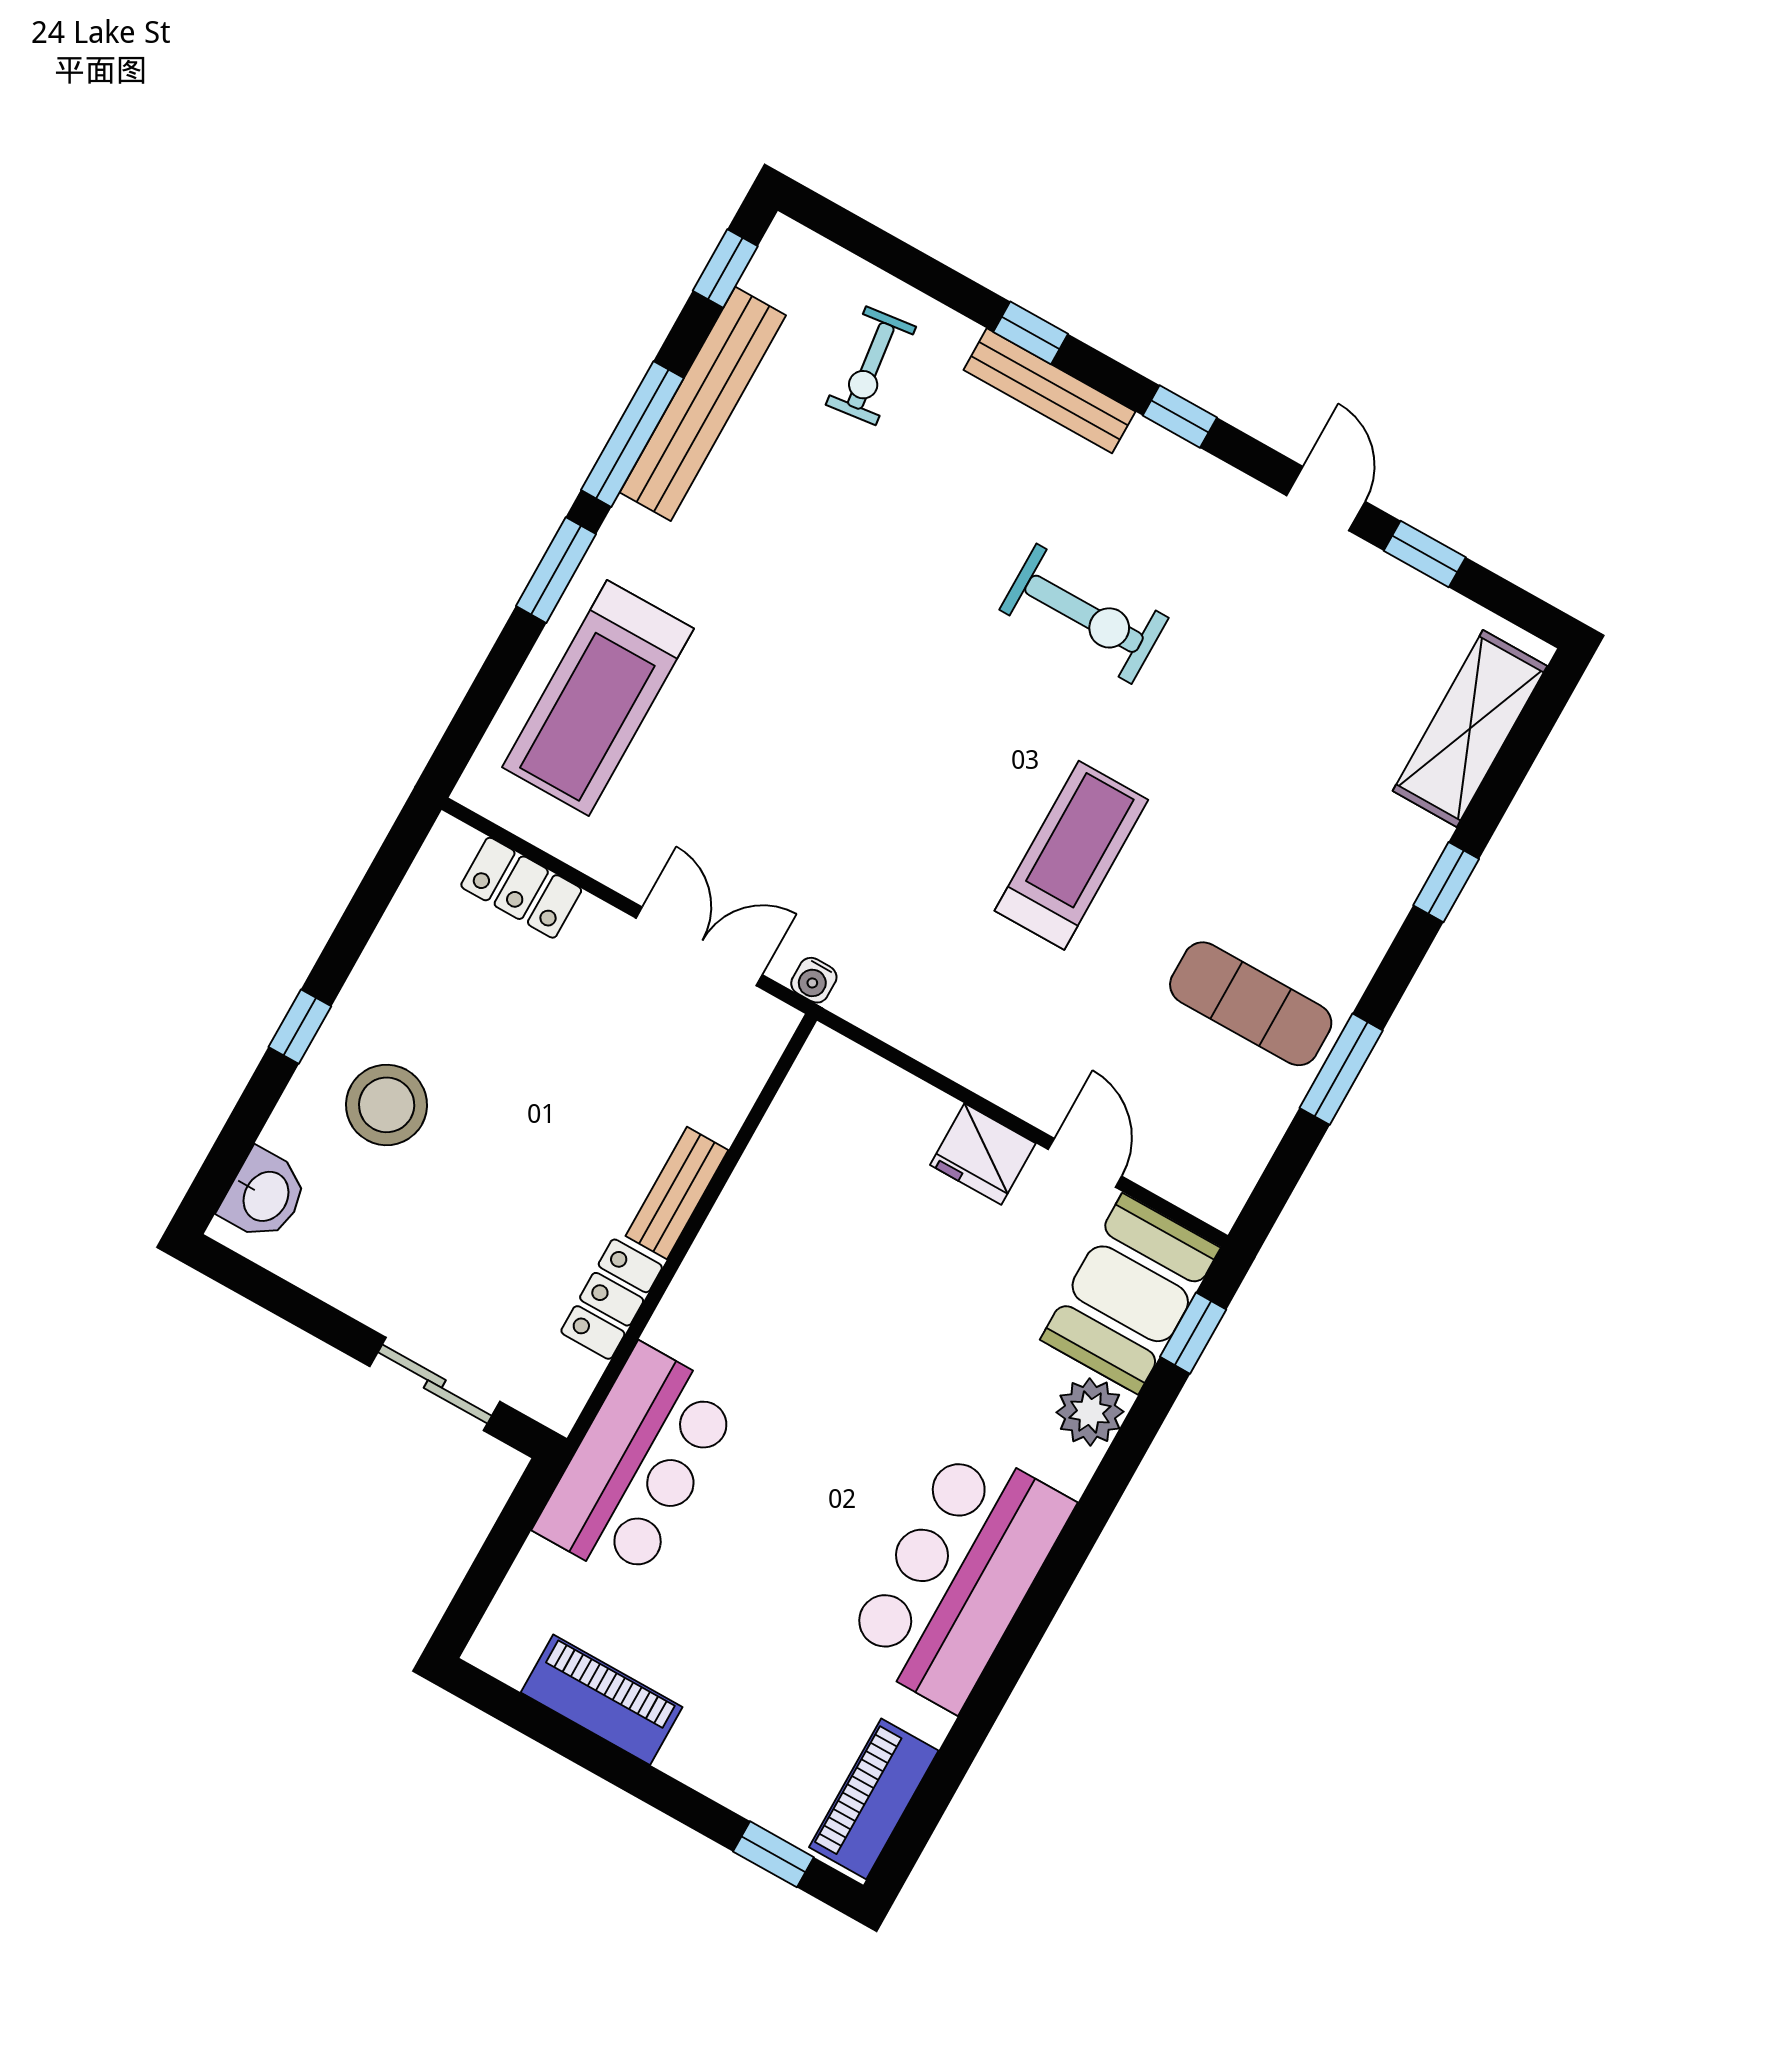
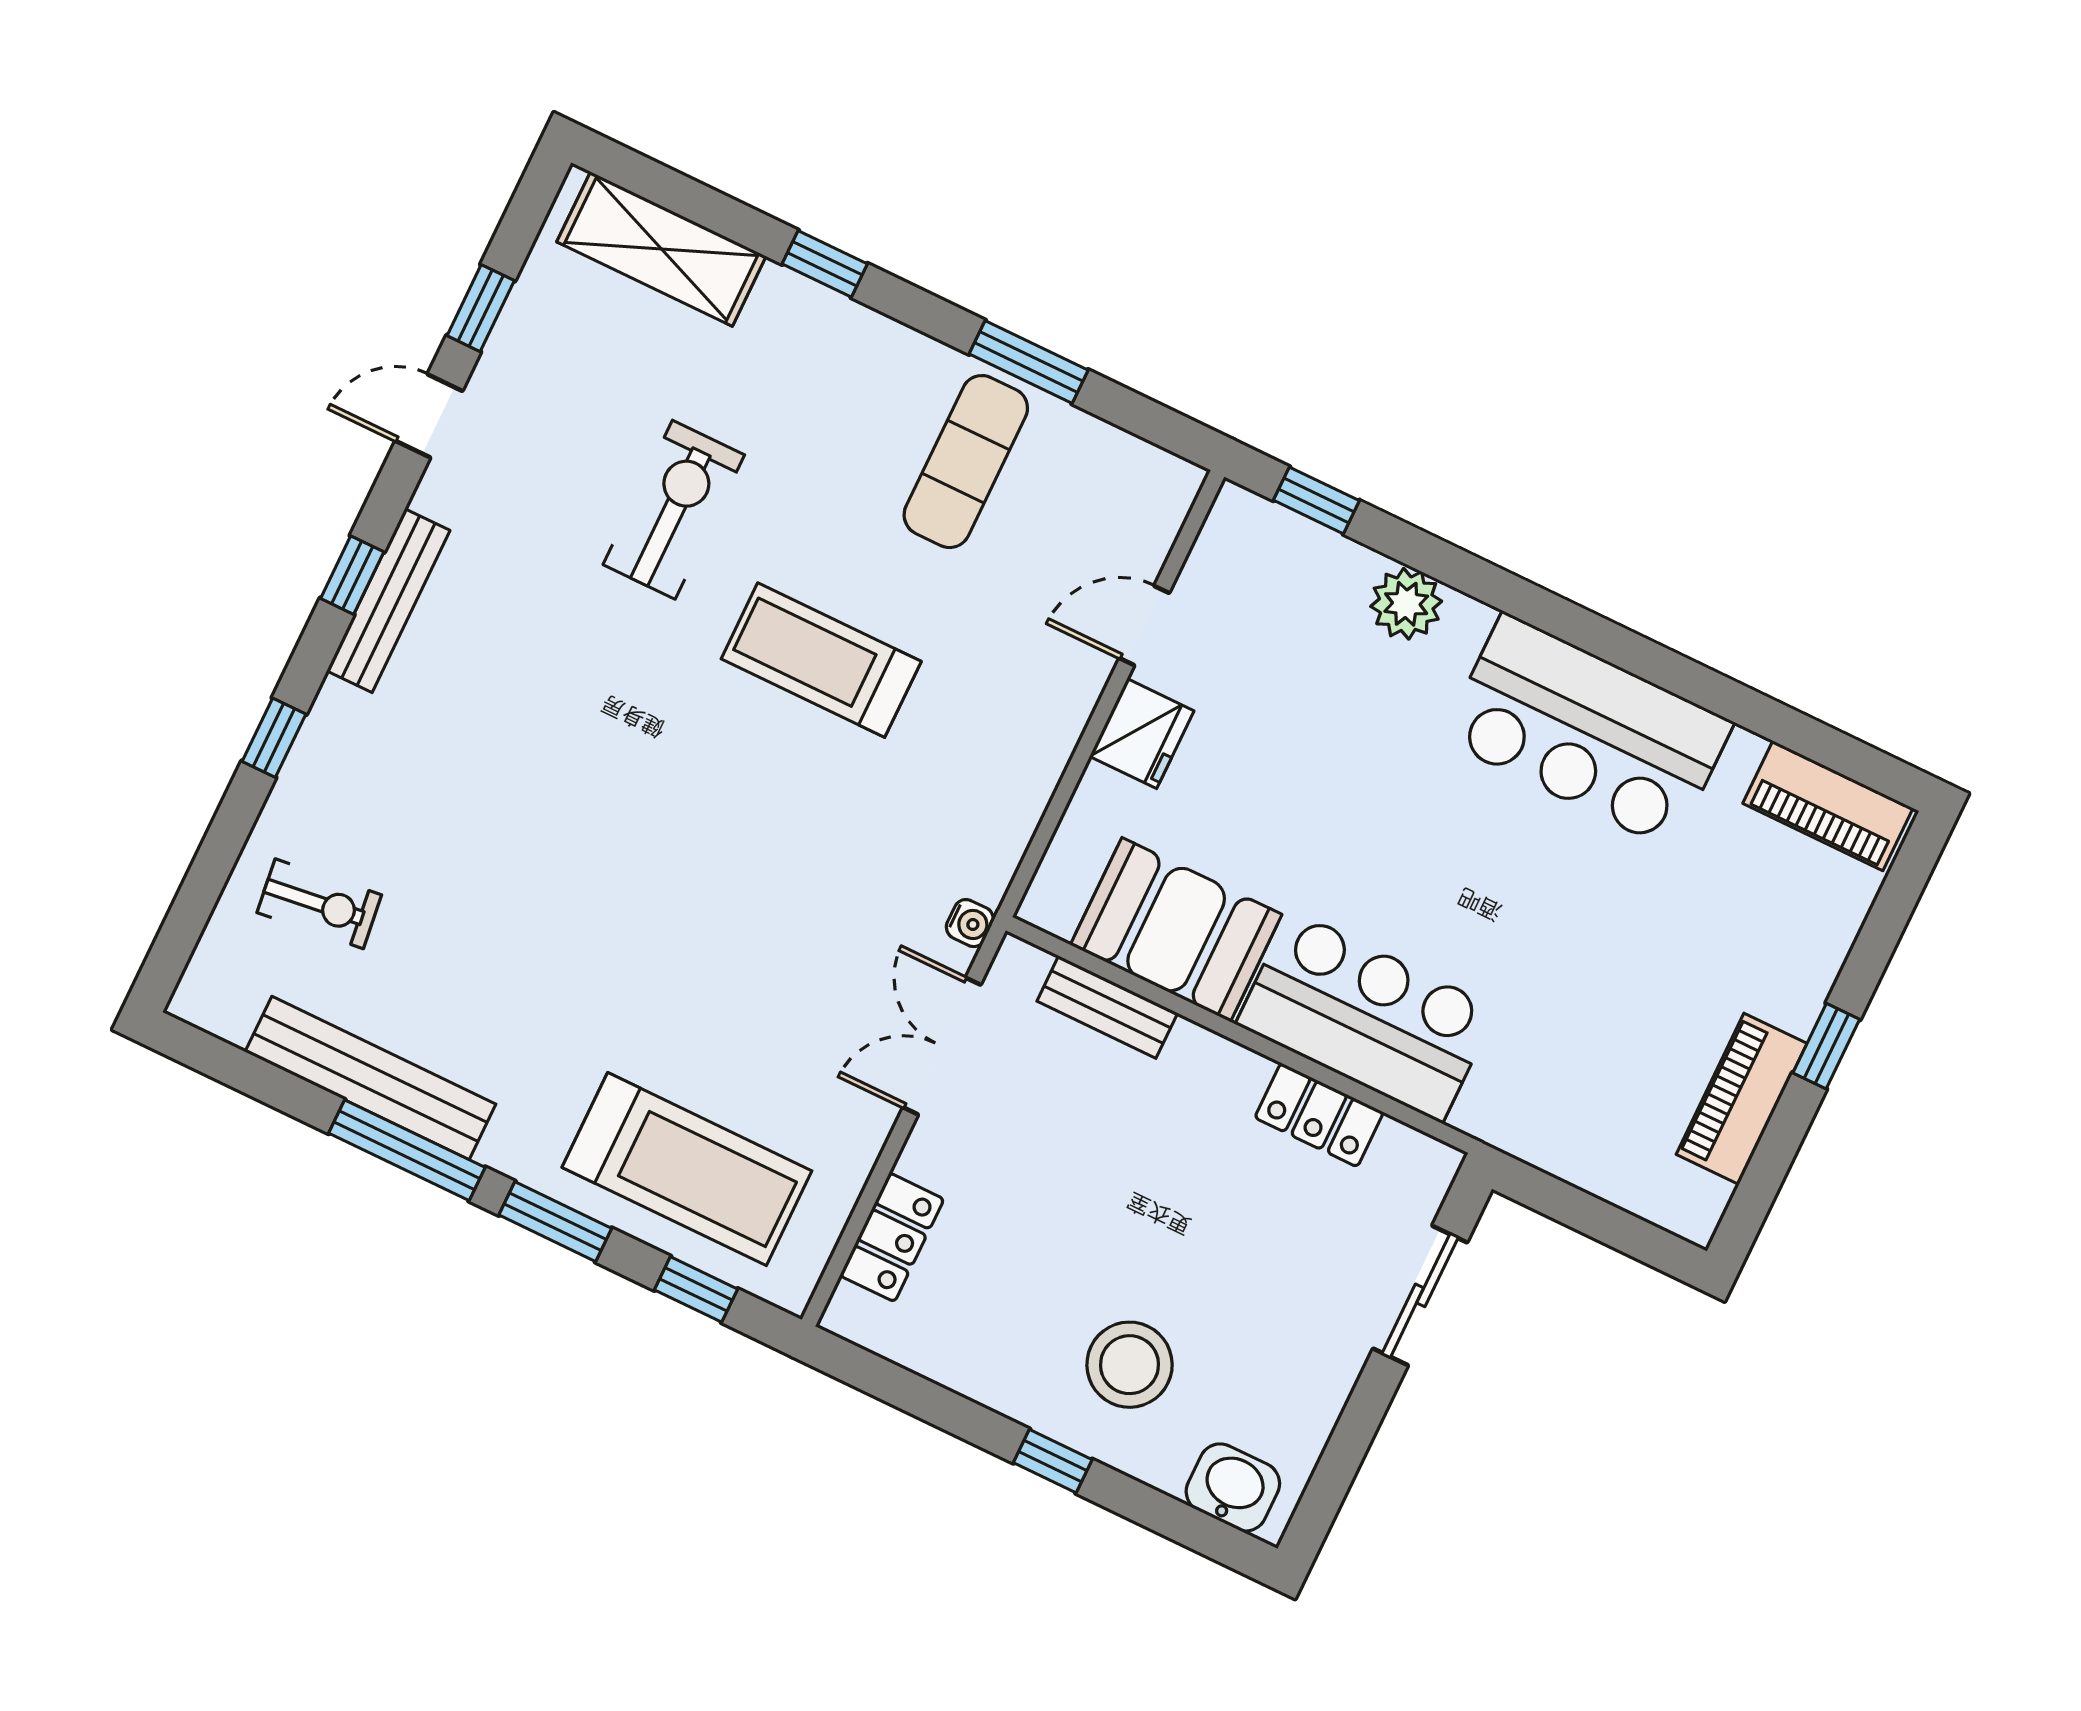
window: (725, 269) -> (696, 1289), moved
bench: (1049, 391) -> (388, 601), moved
exercise bike: (1084, 614) -> (674, 510), moved
bench: (677, 1193) -> (1107, 1007), moved
booth: (1130, 1294) -> (1176, 930), moved
bar counter: (638, 1465) -> (1366, 1016), moved
window: (773, 1854) -> (1826, 1046), moved

